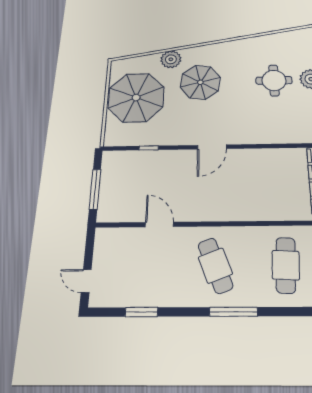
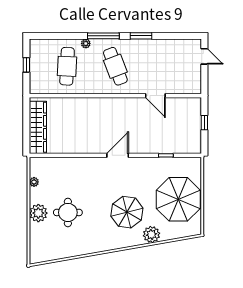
window: (95, 189) -> (204, 123), width x0.46
plant: (260, 300) -> (86, 43), added
window: (141, 312) -> (141, 36), moved

